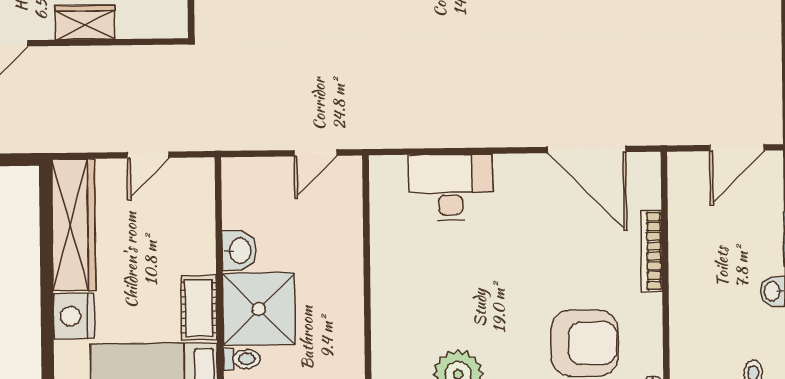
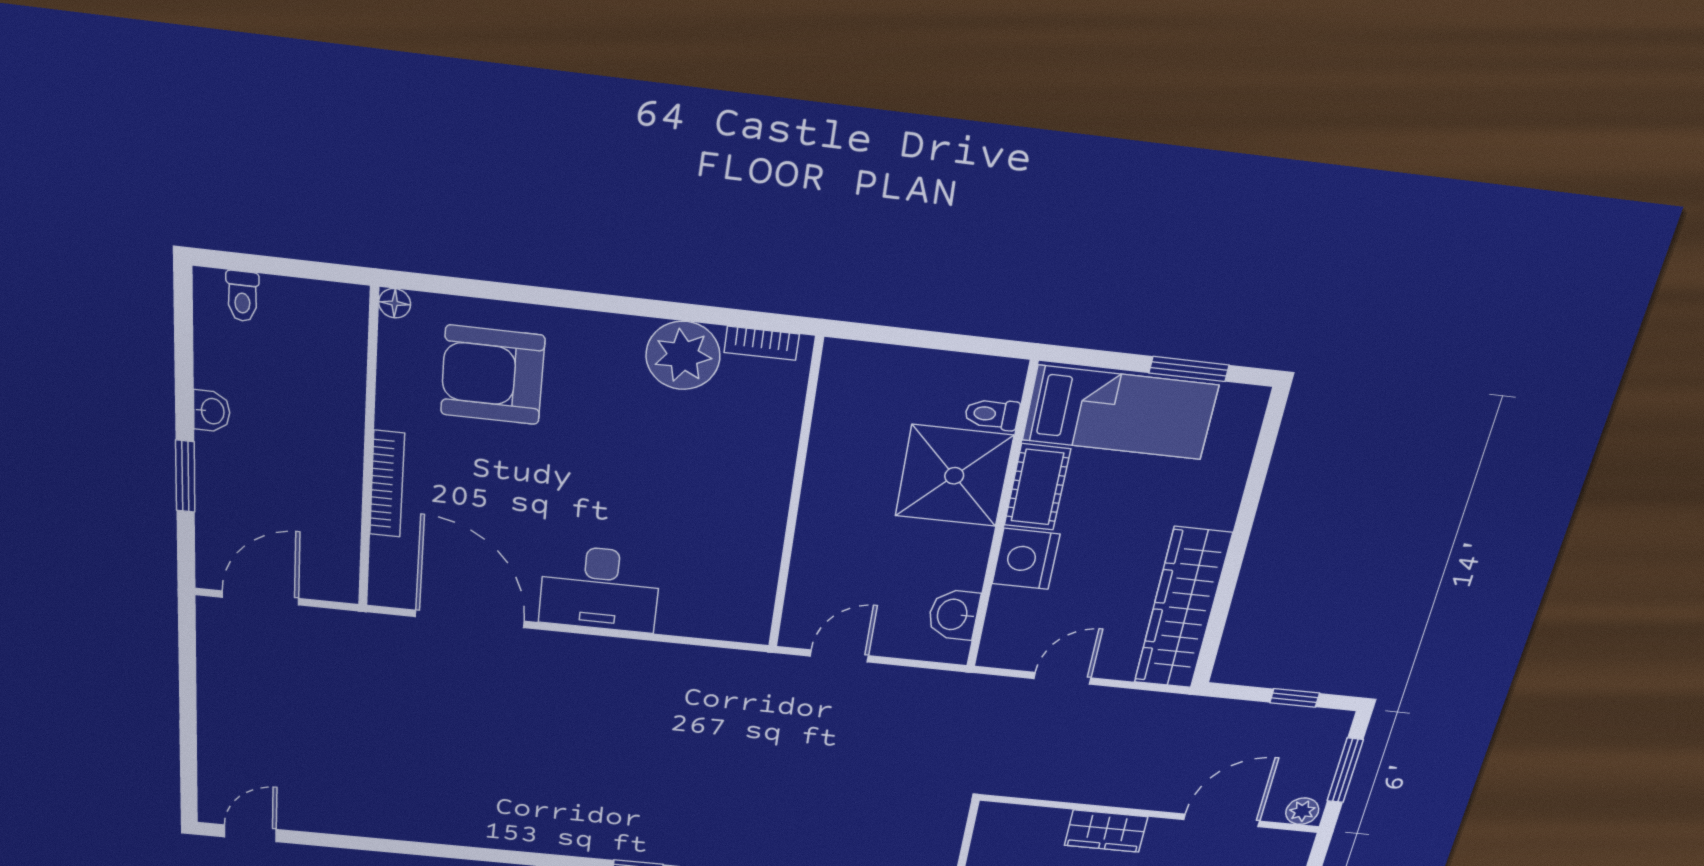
desk: (450, 187) -> (600, 589), moved
washbasin: (239, 251) -> (953, 615), moved
nightstand: (74, 316) -> (1026, 559), moved, turned 180

